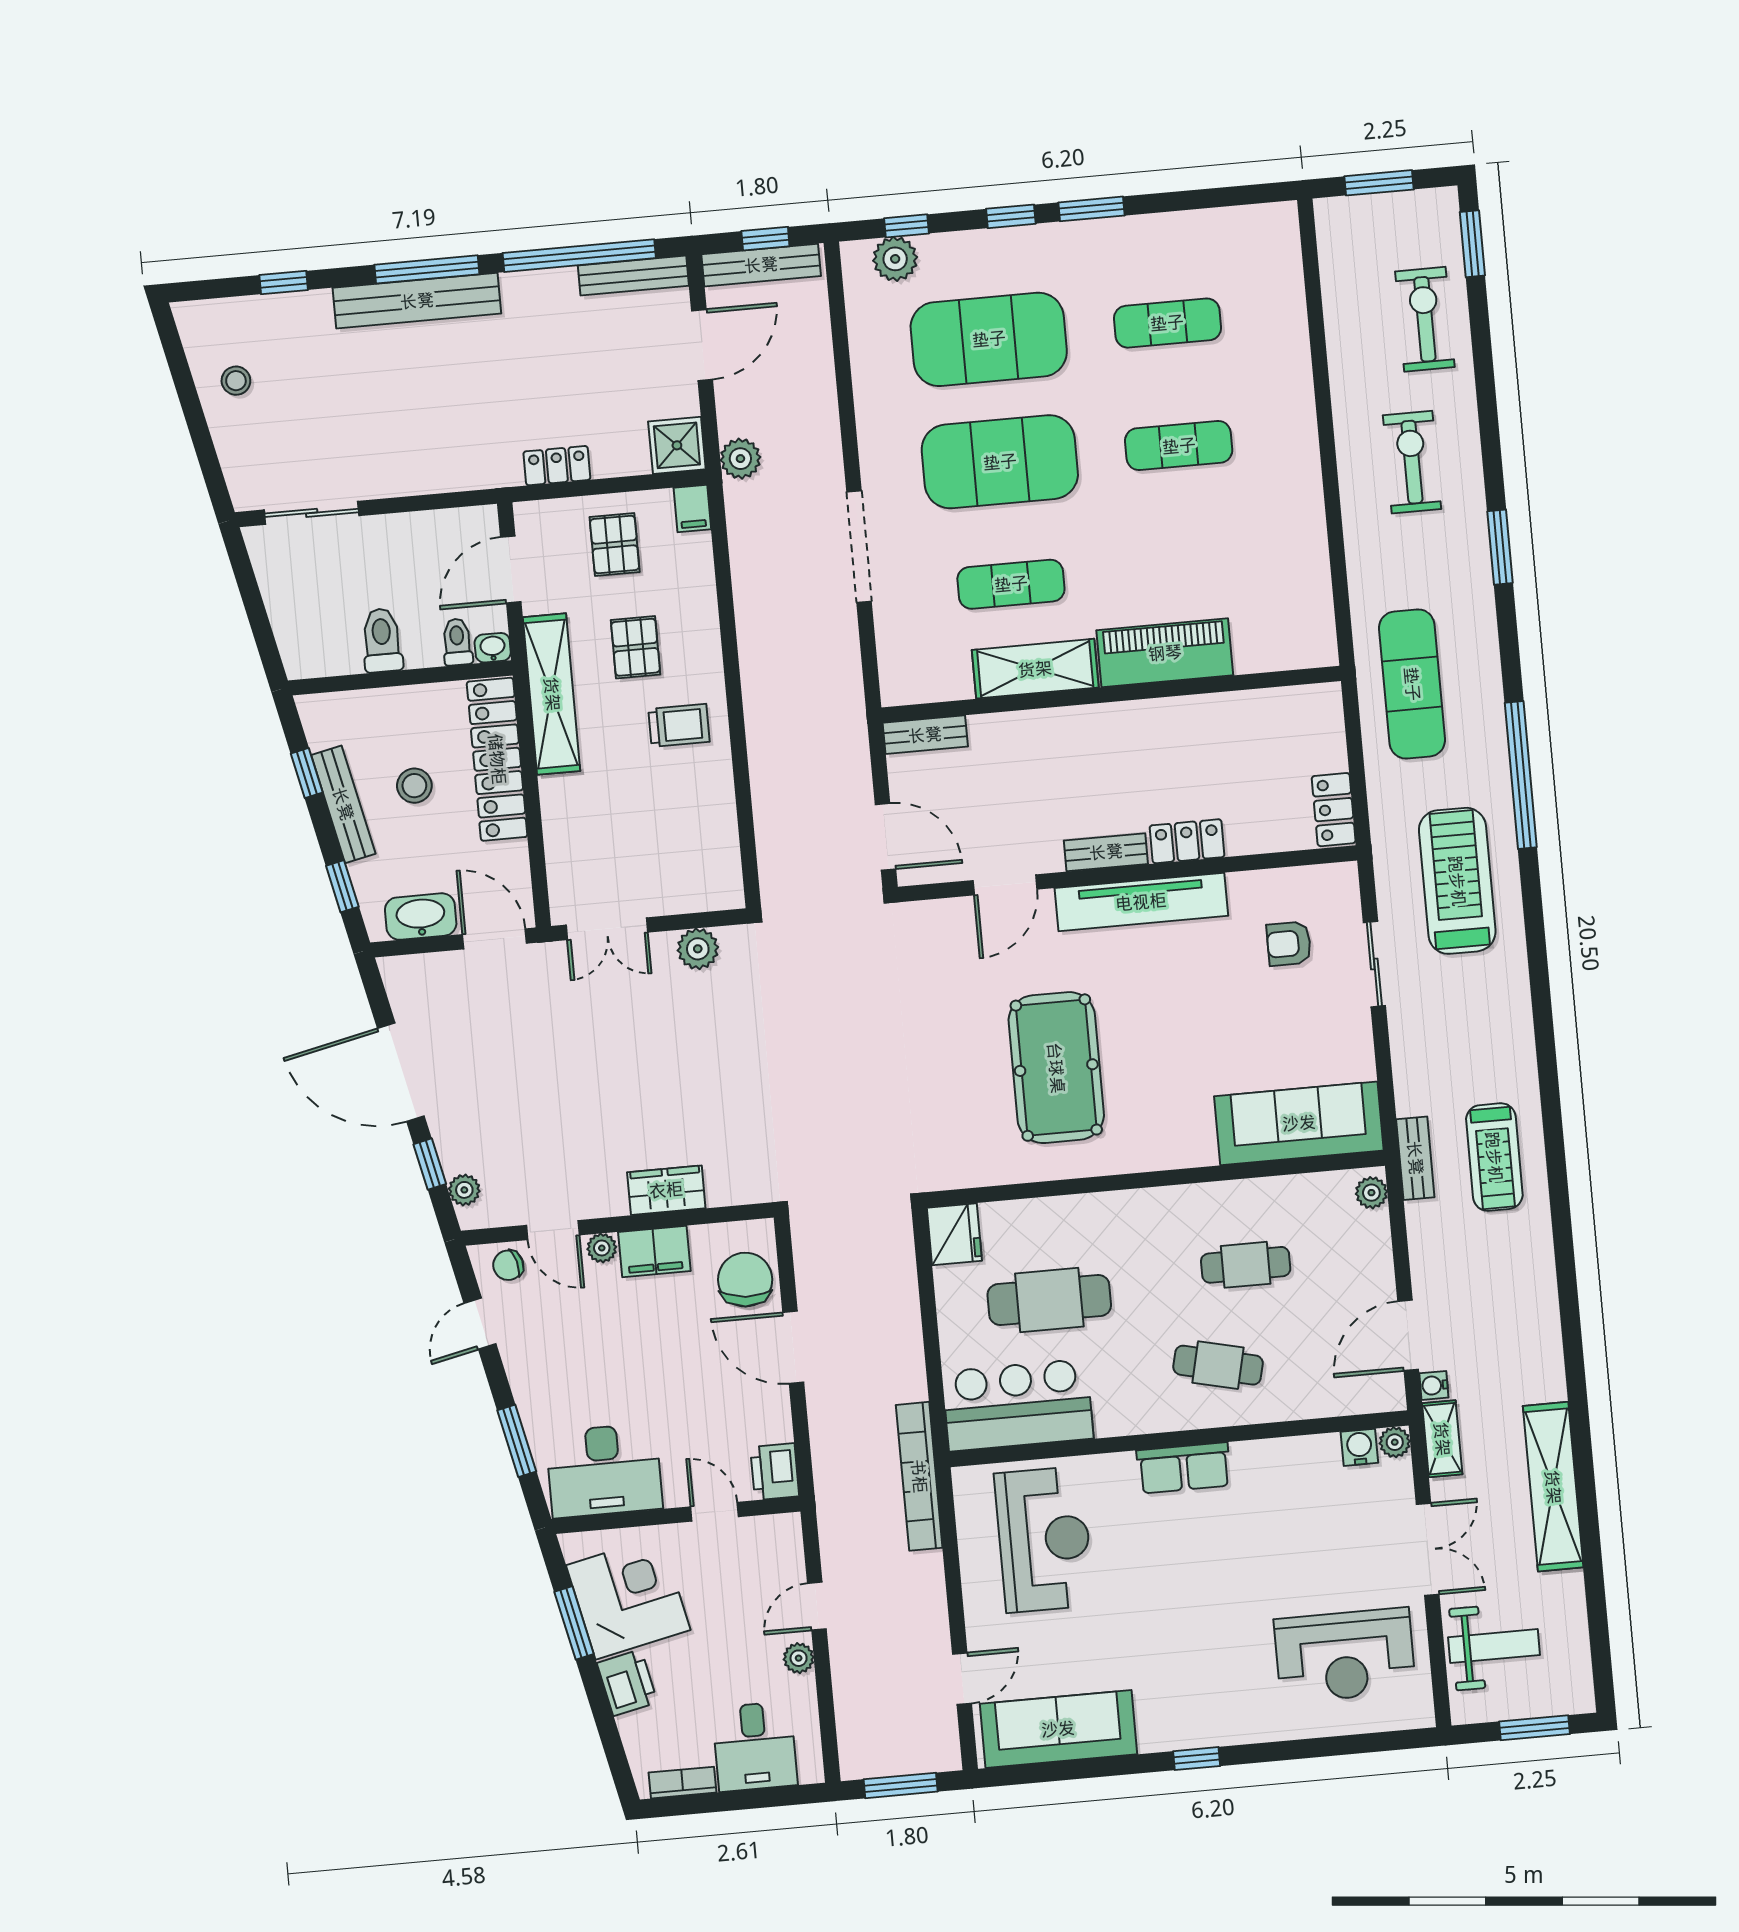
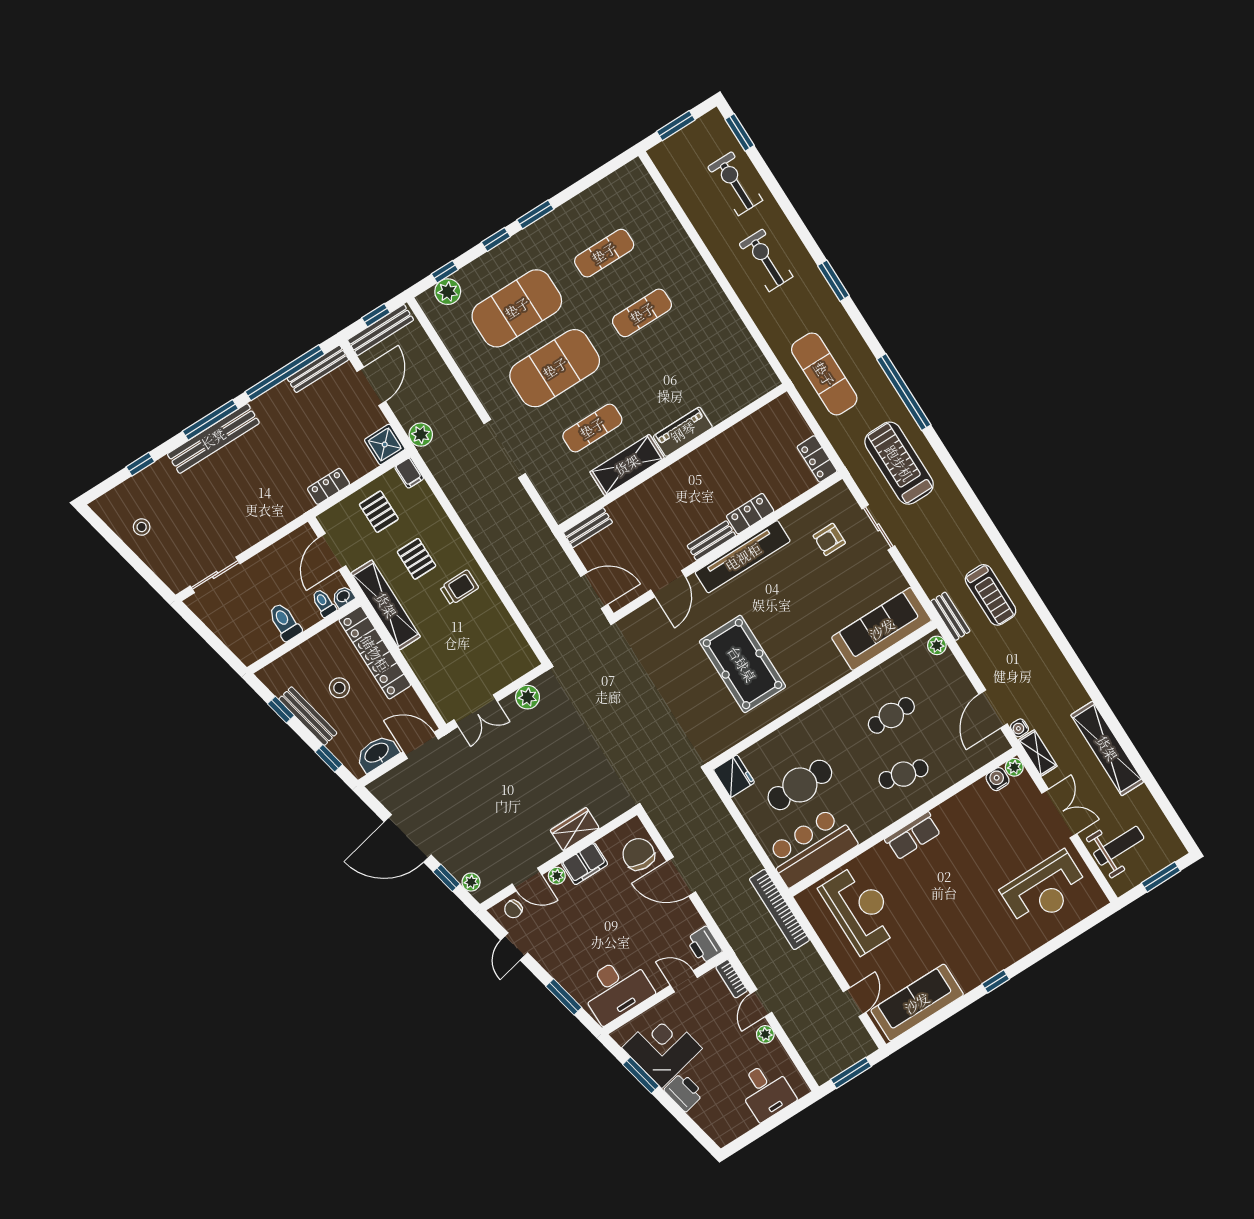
piano: (1165, 653) -> (683, 432), width x0.73, depth x0.75
bookcase: (682, 1783) -> (732, 979), moved, turned -90

